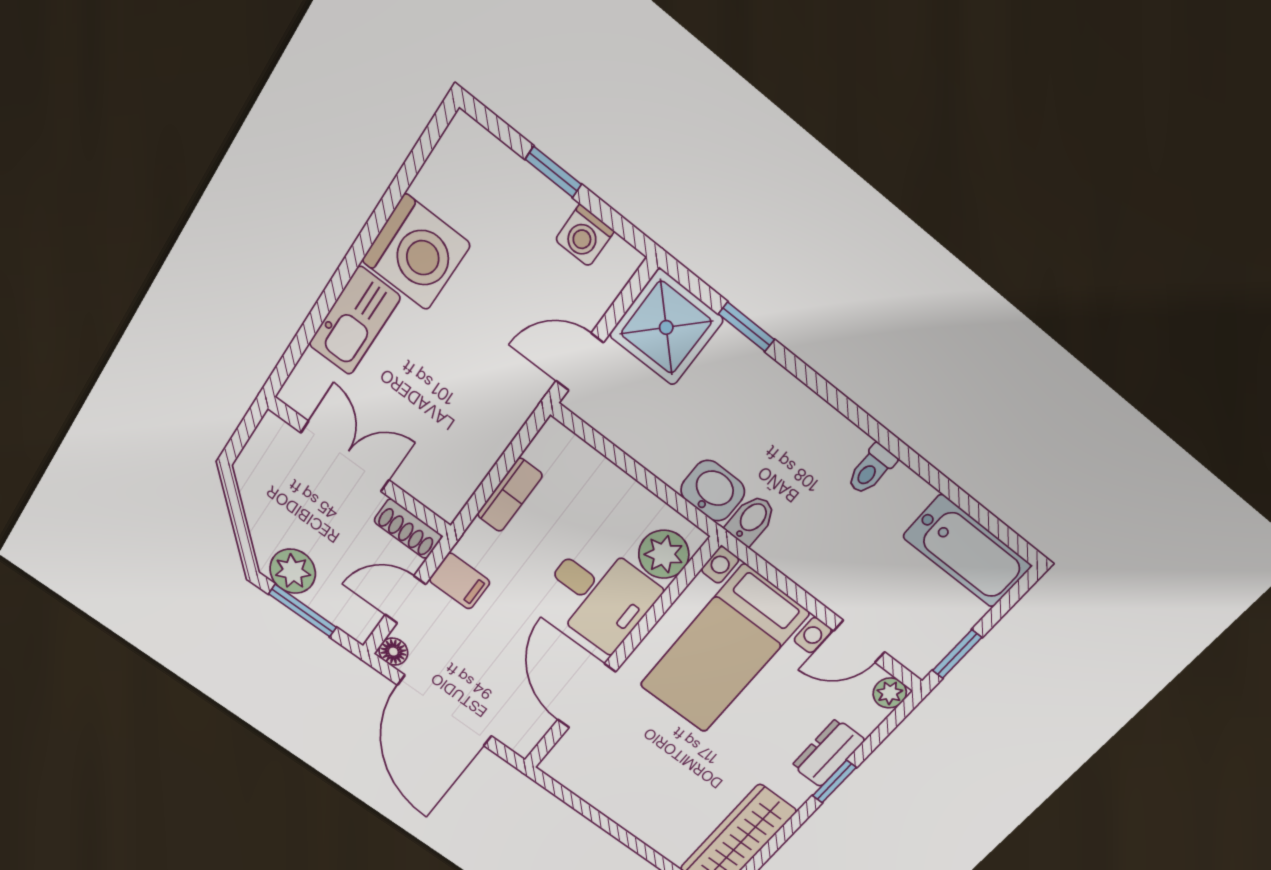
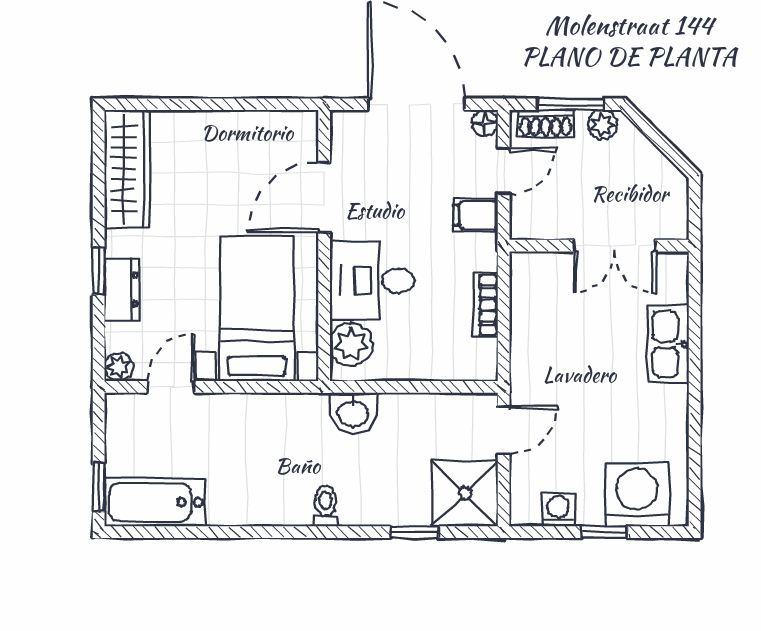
washing machine: (416, 253) -> (637, 494), moved, turned 90
toilet: (871, 469) -> (326, 506), moved
bidet: (751, 520) -> (312, 413), removed
shoe rack: (408, 529) -> (546, 124), moved, turned 180
plant: (293, 571) -> (603, 125), width x0.73, depth x0.73
window: (957, 654) -> (99, 487), moved
door: (586, 696) -> (324, 197), swing flipped

